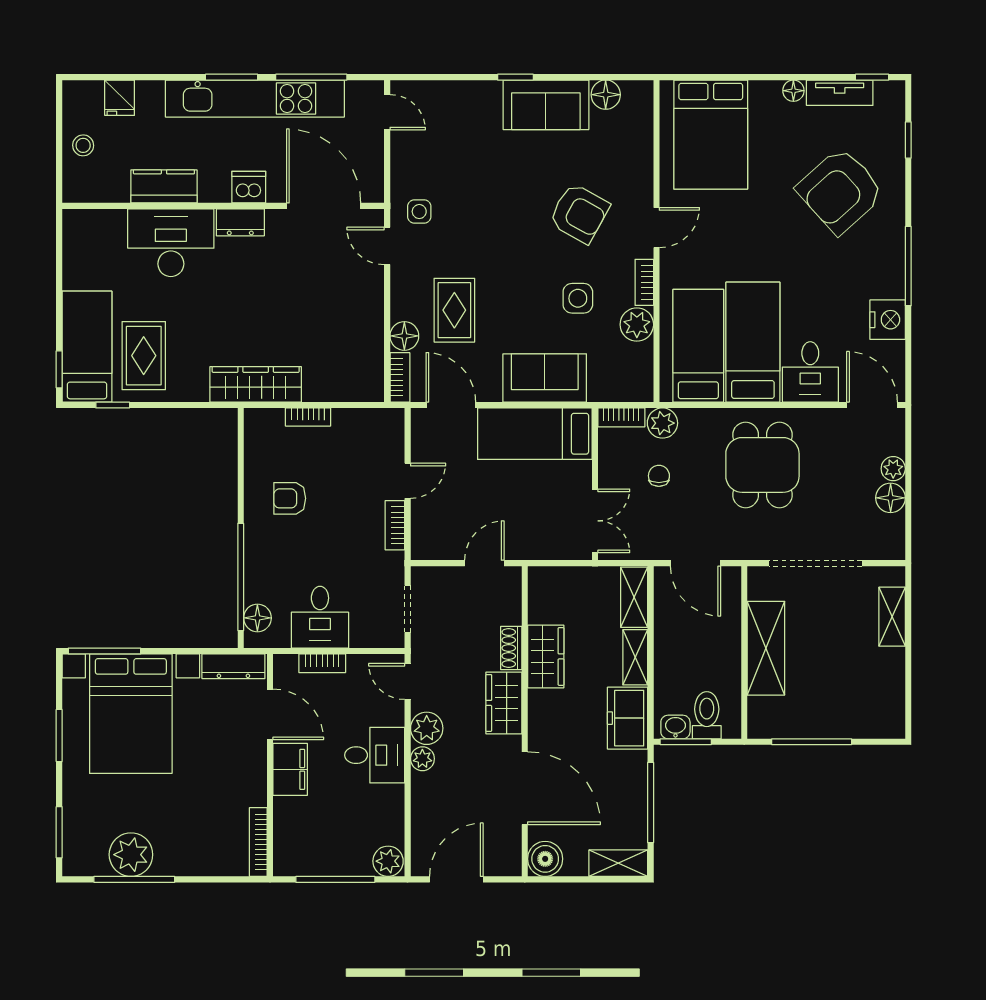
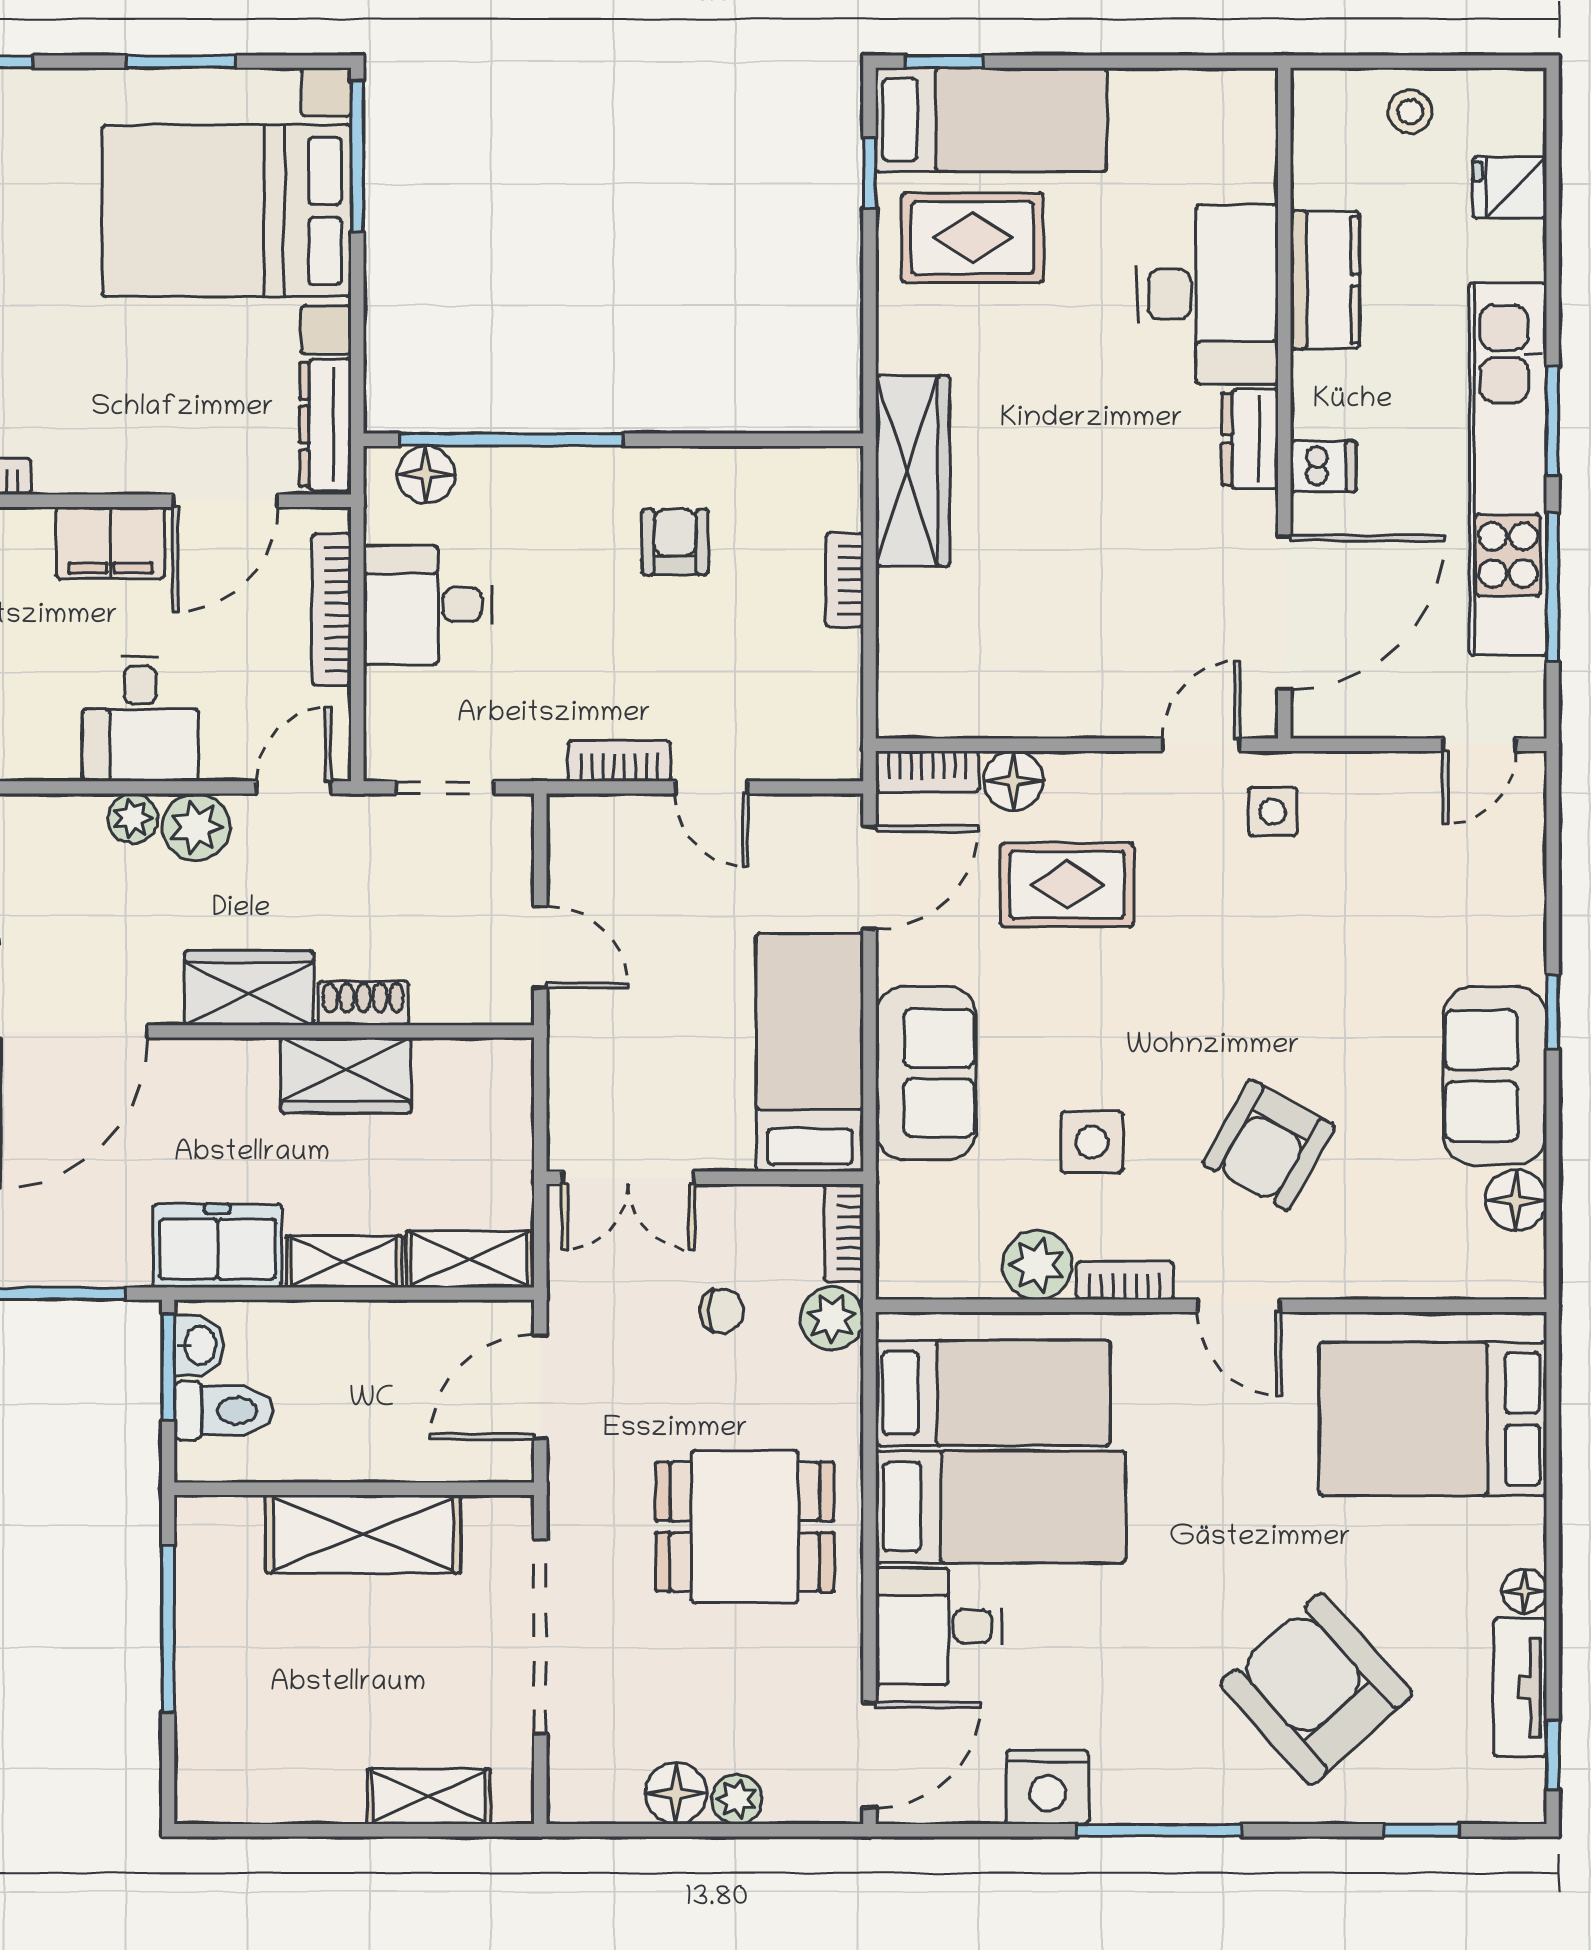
dishwasher: (249, 187) -> (1323, 466), width x0.73
bookcase: (322, 663) -> (332, 610), width x1.56

